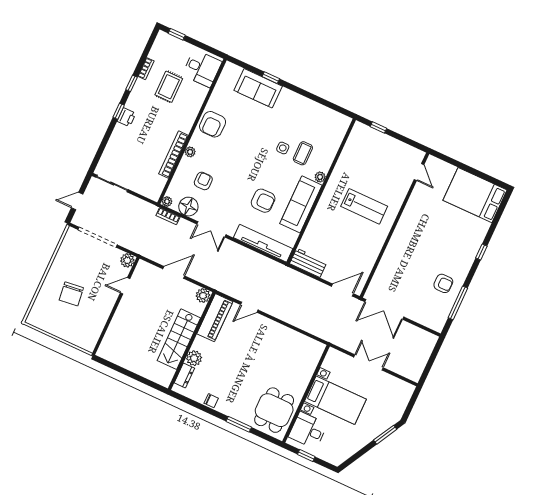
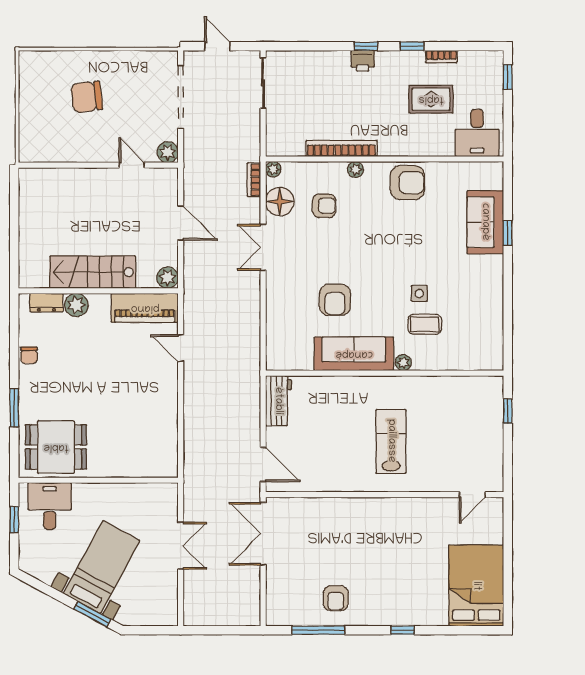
armchair: (213, 124) -> (407, 183), turned 180
lab bench: (364, 206) -> (391, 441), turned 180
tv unit: (263, 243) -> (277, 327), removed
bed with nightstands: (335, 400) -> (102, 567), moved, turned -152

